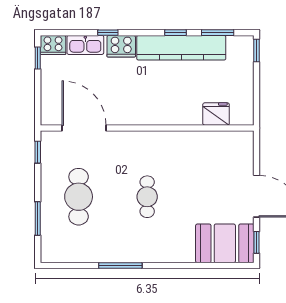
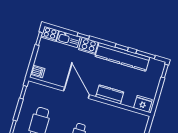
dishwasher: (51, 112) -> (38, 71), added
fridge: (216, 114) -> (143, 104), moved
kitchen counter: (179, 115) -> (110, 94), added
door: (84, 128) -> (76, 93), moved

